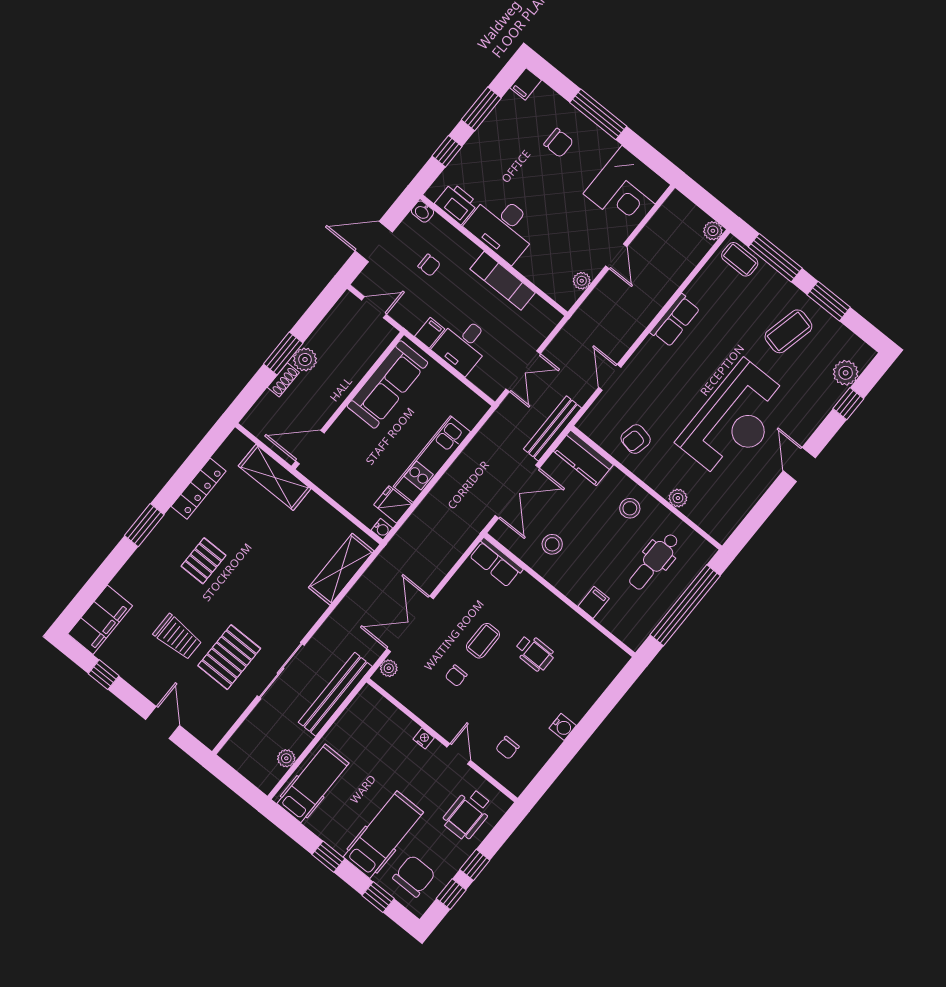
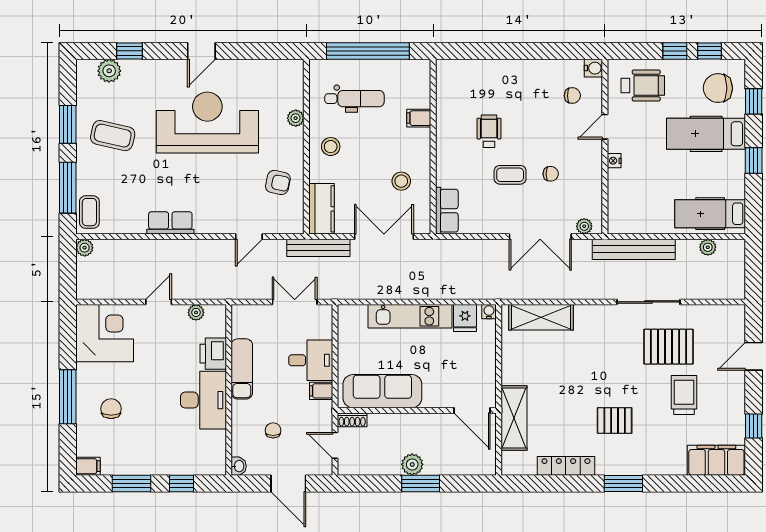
printer: (456, 203) -> (213, 354), moved
shoe rack: (283, 380) -> (352, 420), moved, turned 180
water cooler: (563, 727) -> (593, 68), moved, turned 90

